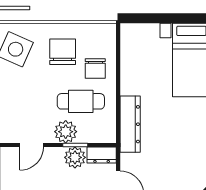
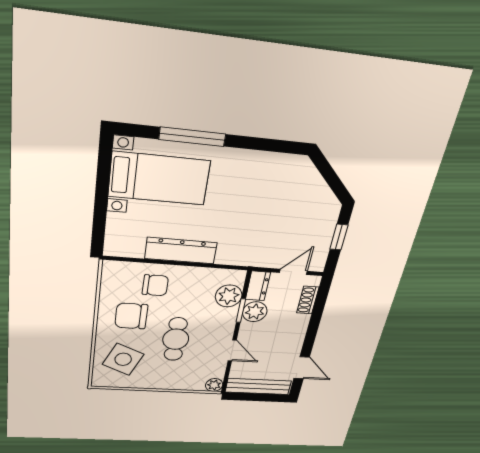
cafe table: (81, 101) -> (176, 339), moved
dresser: (130, 124) -> (181, 251), moved
plant: (66, 132) -> (229, 296), moved

